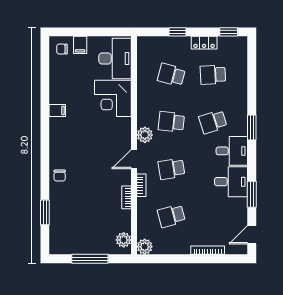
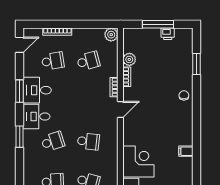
plant: (145, 135) -> (111, 130), removed
school desk: (171, 169) -> (53, 61), moved
window: (252, 194) -> (20, 91), moved
plant: (124, 240) -> (129, 59), moved
printer: (79, 248) -> (168, 34), added

